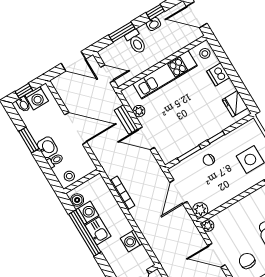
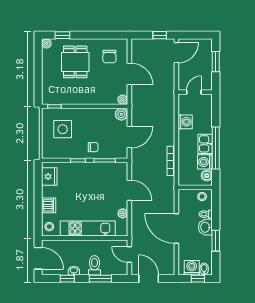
bench: (126, 119) -> (136, 213), removed

